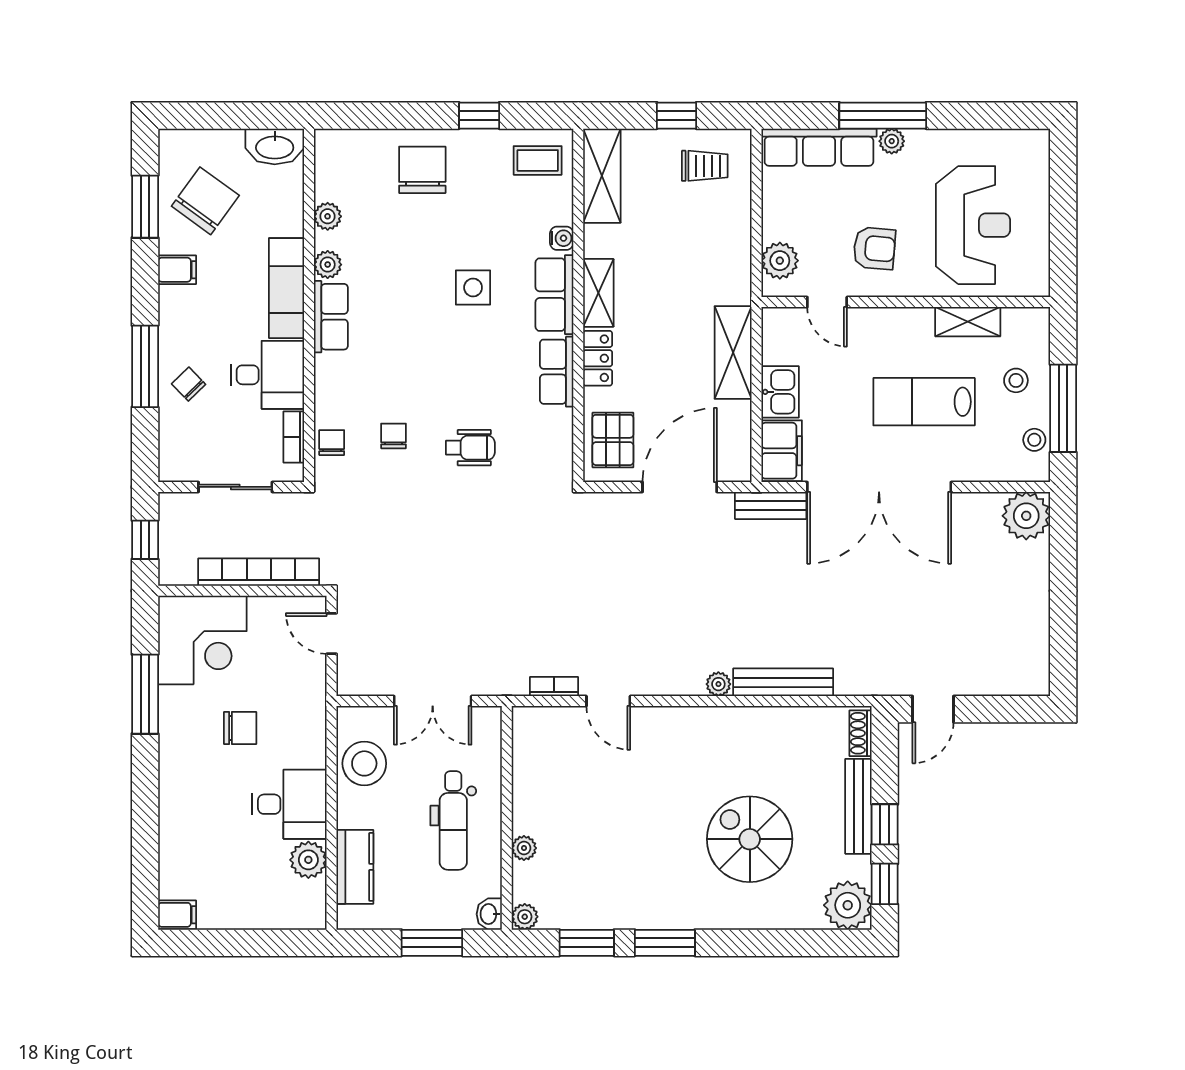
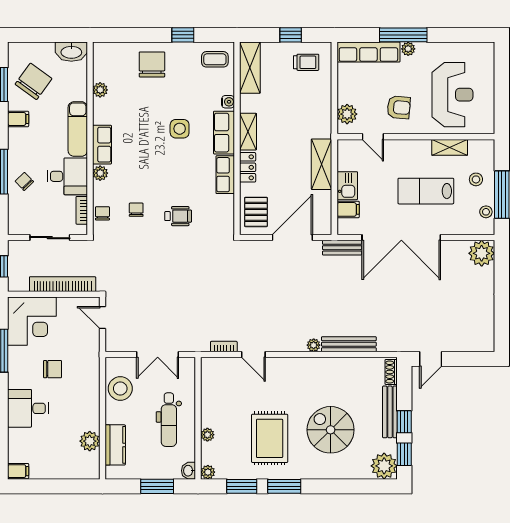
plant: (328, 265) -> (100, 173), moved
filing cabinet: (782, 451) -> (348, 209), width x0.50
desk: (289, 804) -> (28, 408), moved, turned 180
rug: (638, 855) -> (270, 438), added

